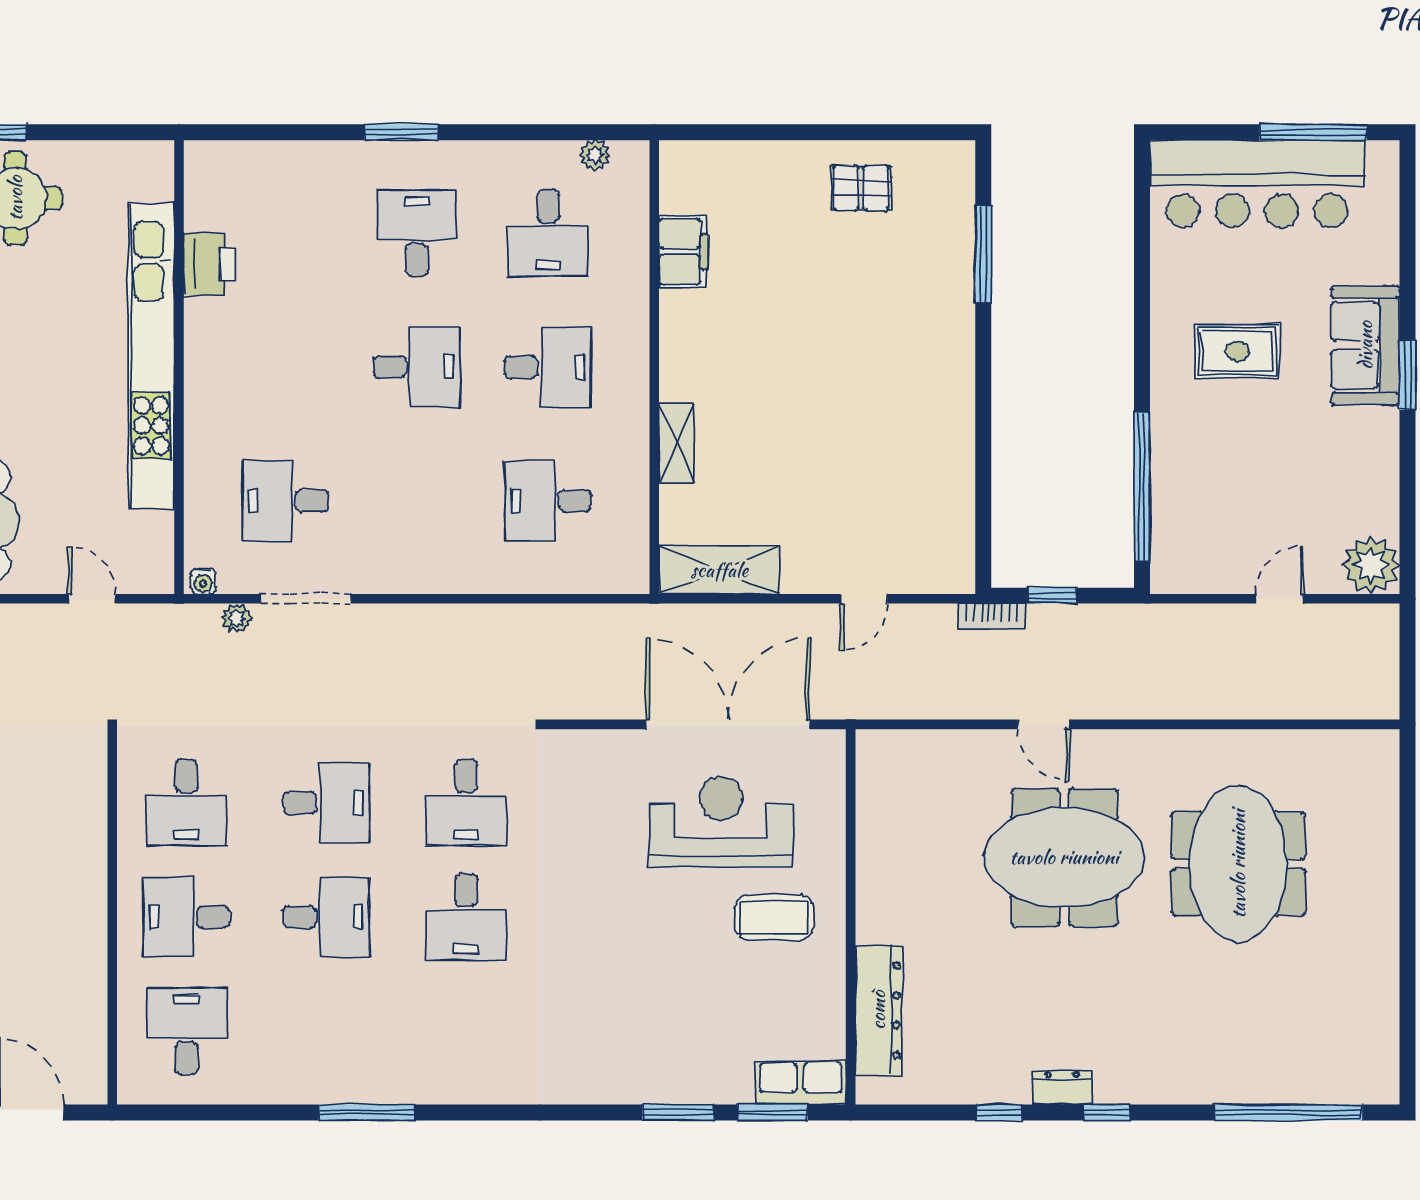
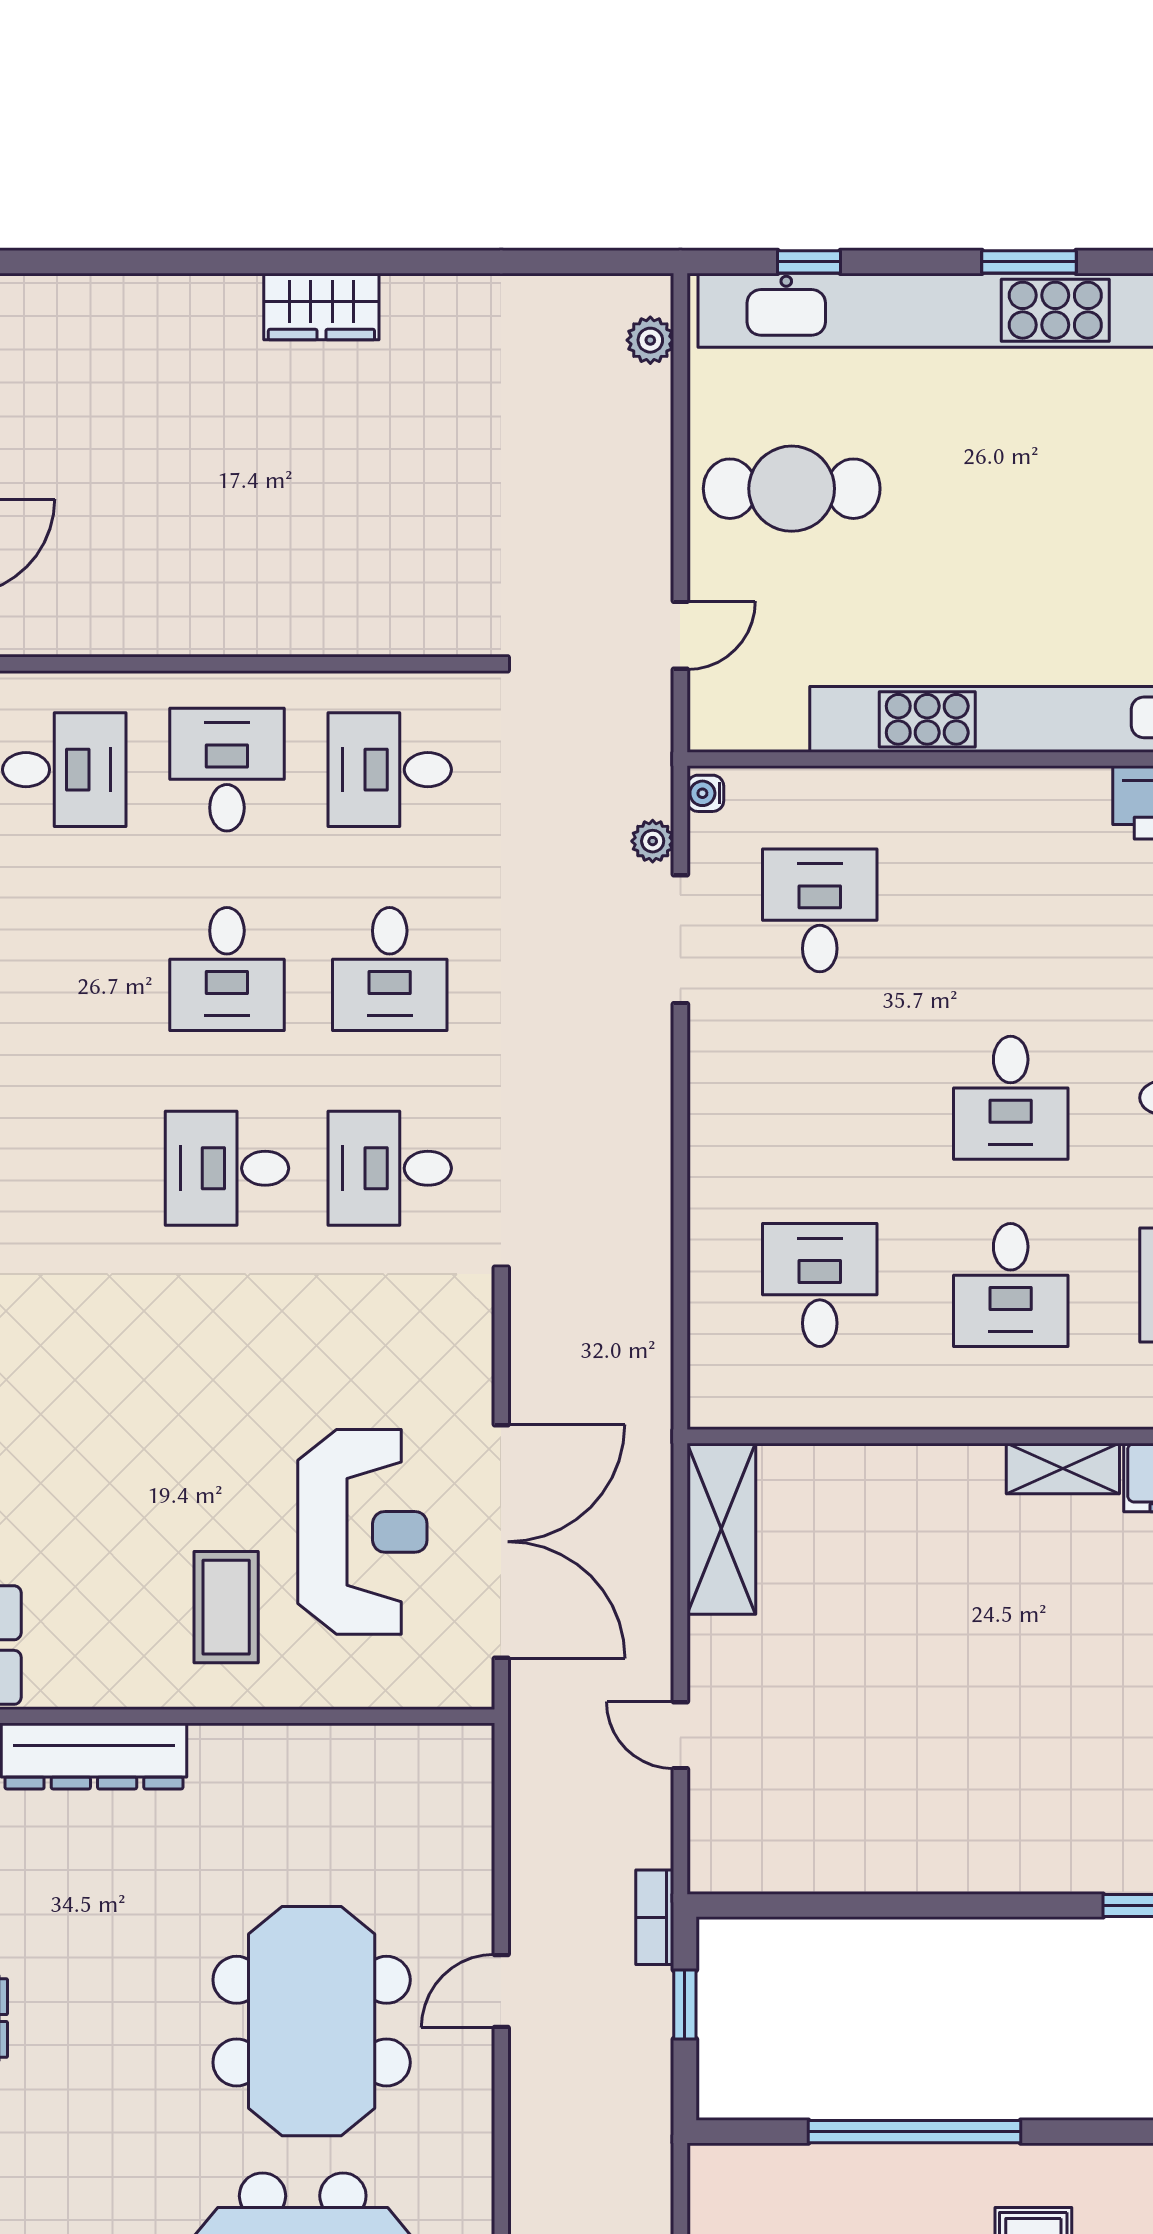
shelving: (677, 443) -> (1063, 1468), moved
window: (1142, 487) -> (914, 2132), moved

